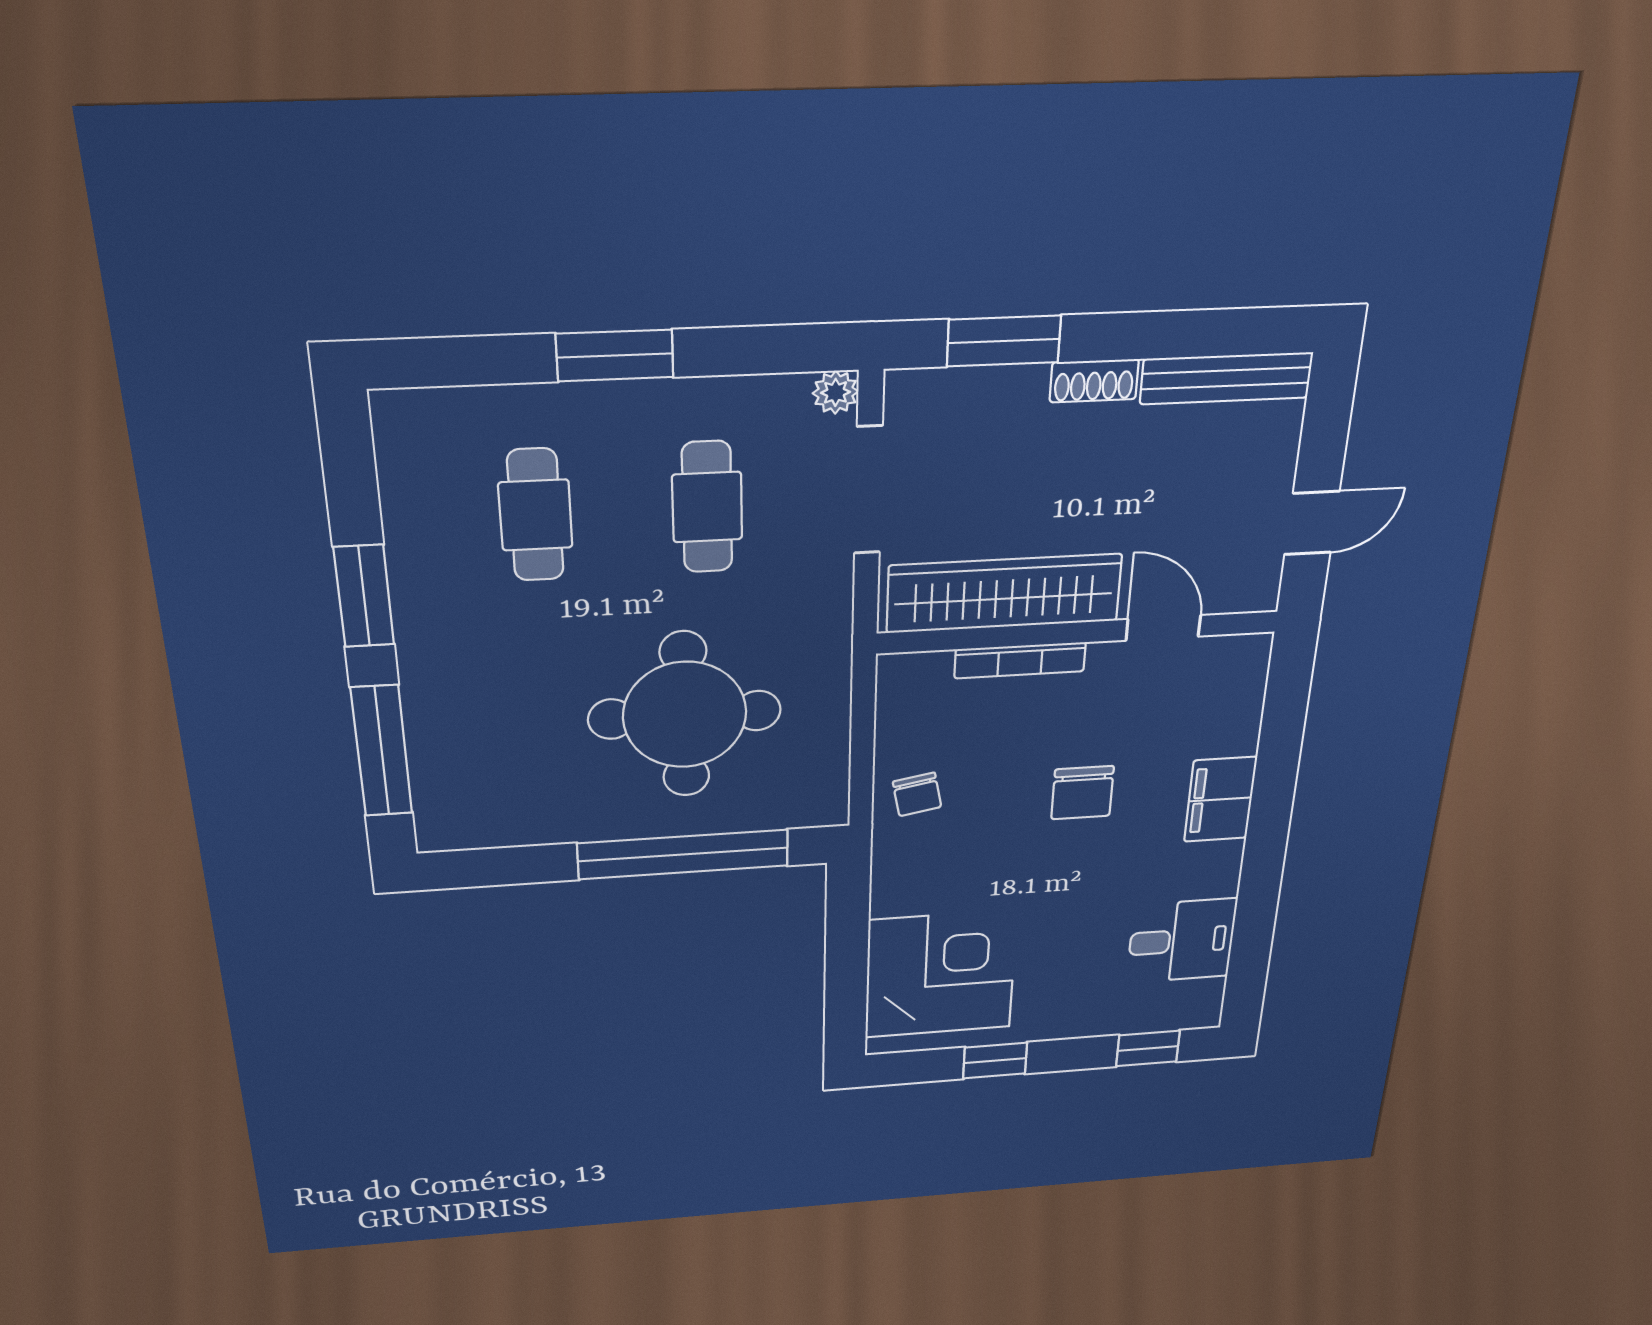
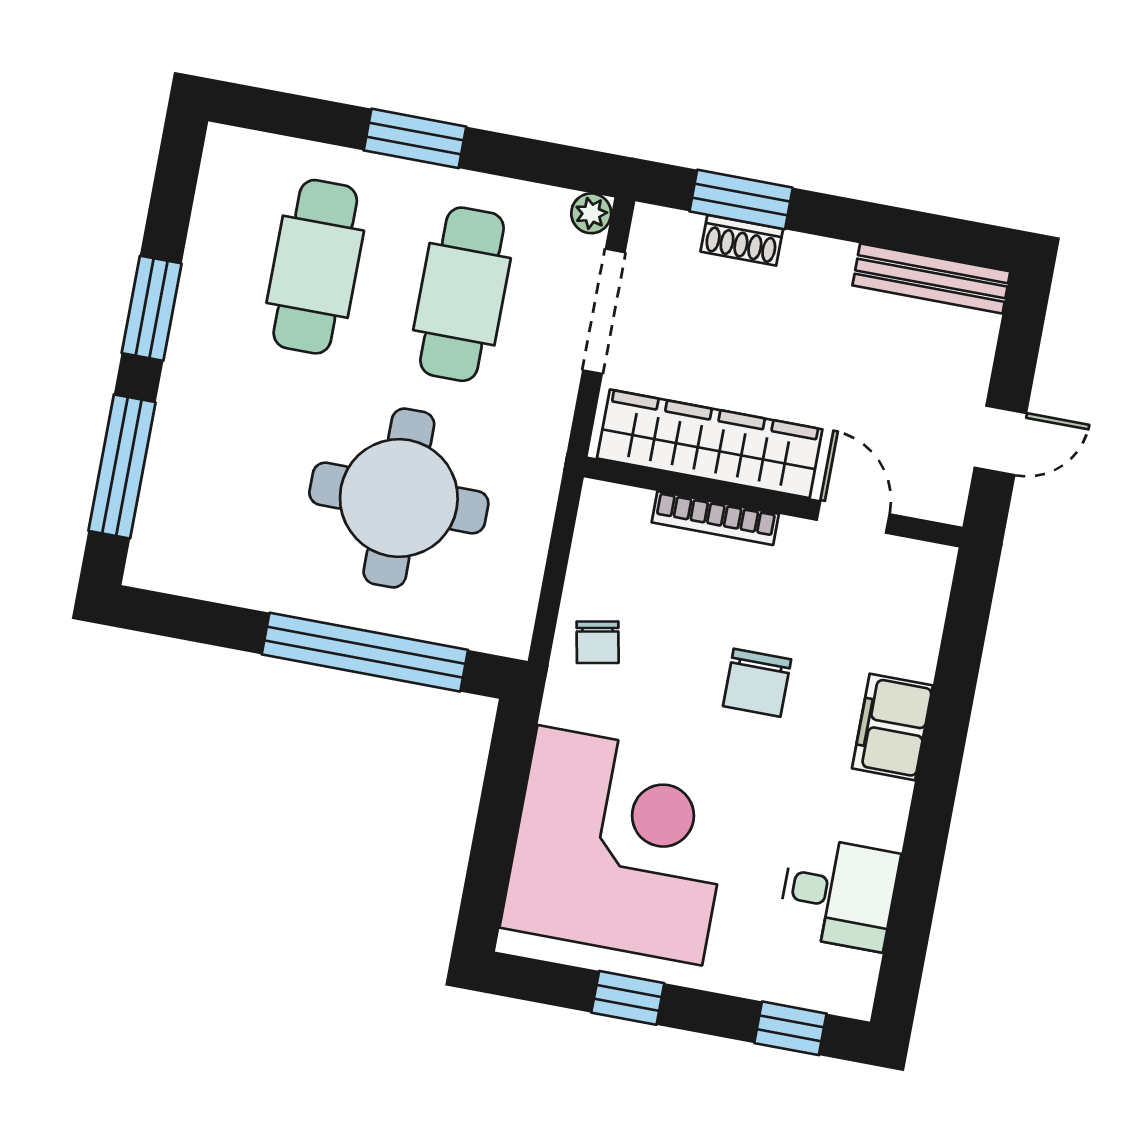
shoe rack: (1094, 381) -> (742, 240), moved
cafe table: (707, 507) -> (462, 294), width x1.37, depth x1.35
cafe table: (535, 515) -> (315, 267), width x1.37, depth x1.35
corner desk: (940, 974) -> (620, 845), width x1.36, depth x1.36

